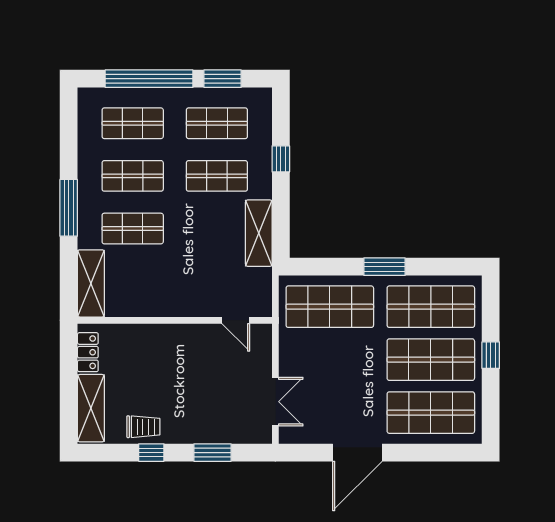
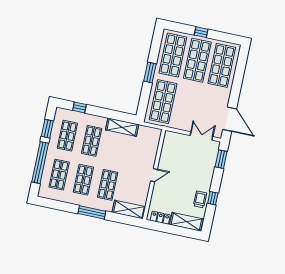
window: (281, 159) -> (79, 107), moved
door: (236, 320) -> (154, 175), moved
window: (213, 453) -> (221, 159), moved
door: (357, 453) -> (230, 119), moved

